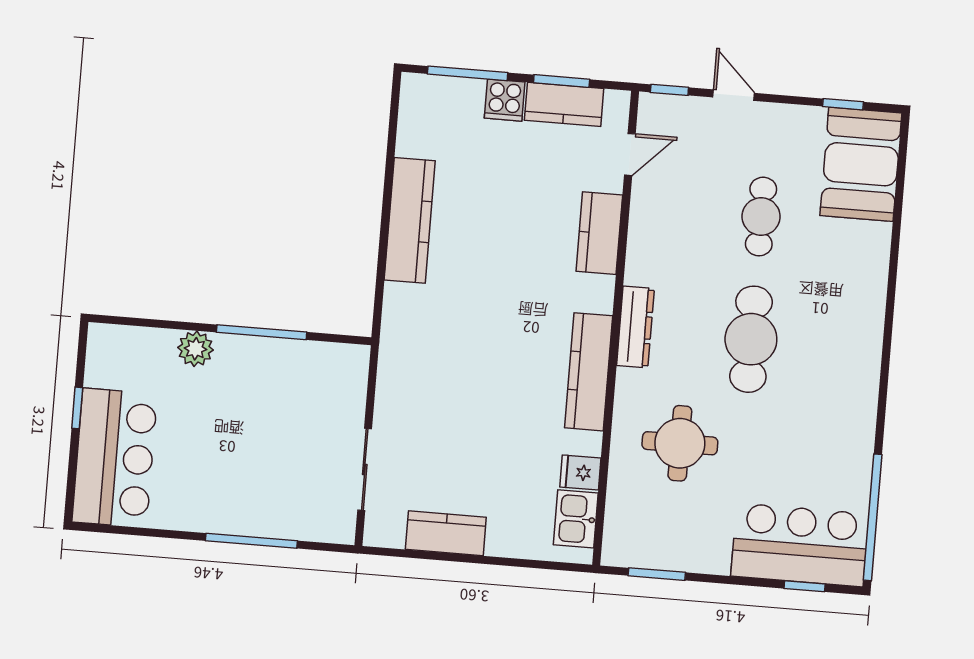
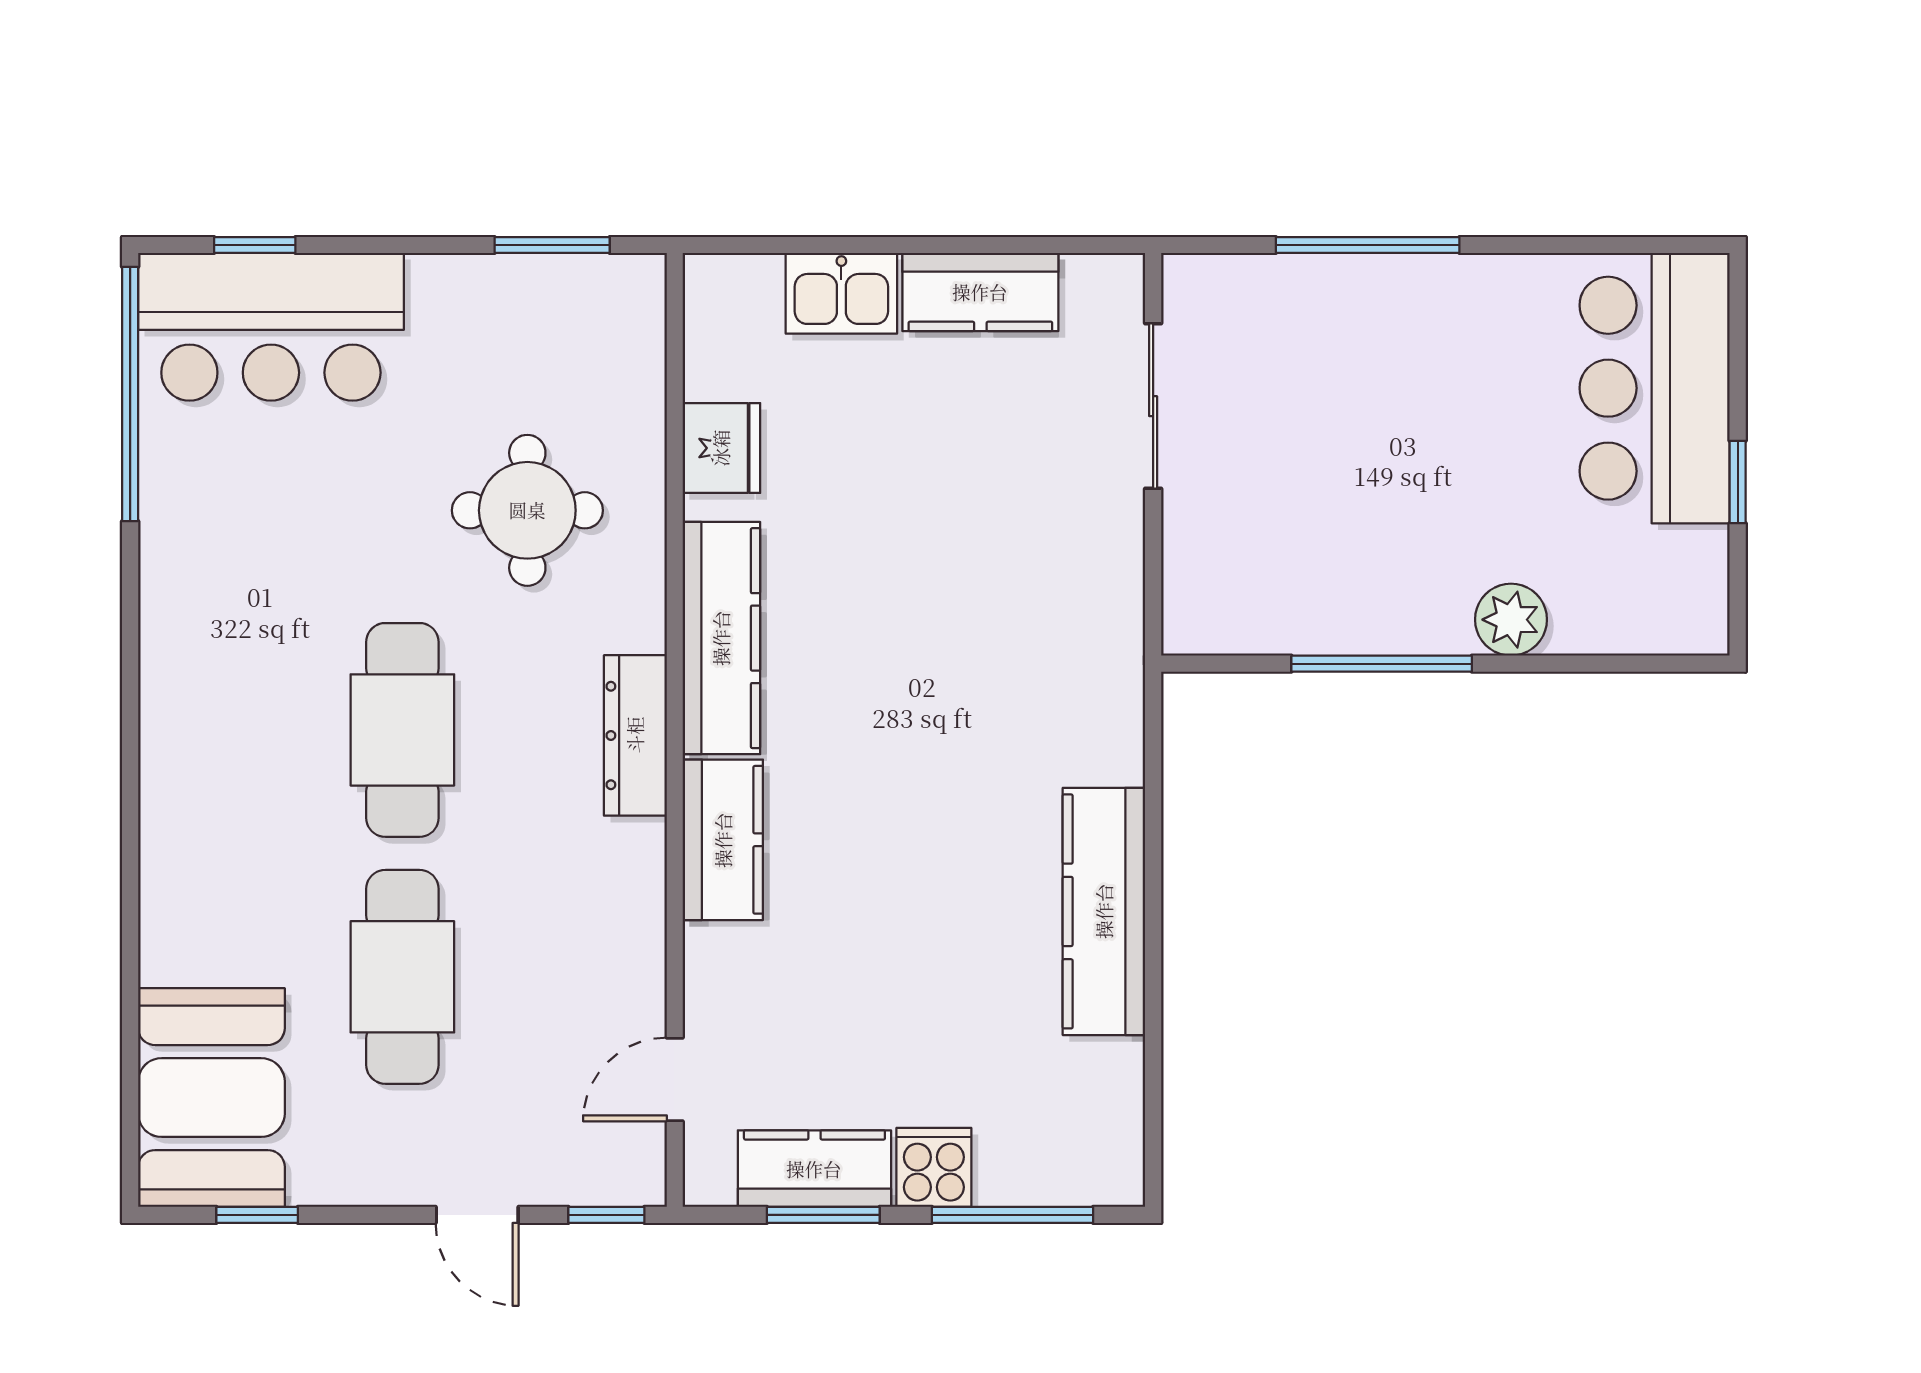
cafe table: (761, 217) -> (402, 977), width x1.37, depth x1.35
kitchen counter: (599, 233) -> (723, 840), moved
fridge: (580, 473) -> (721, 448), width x1.38
kitchen sink: (576, 519) -> (841, 293), moved, turned 90

